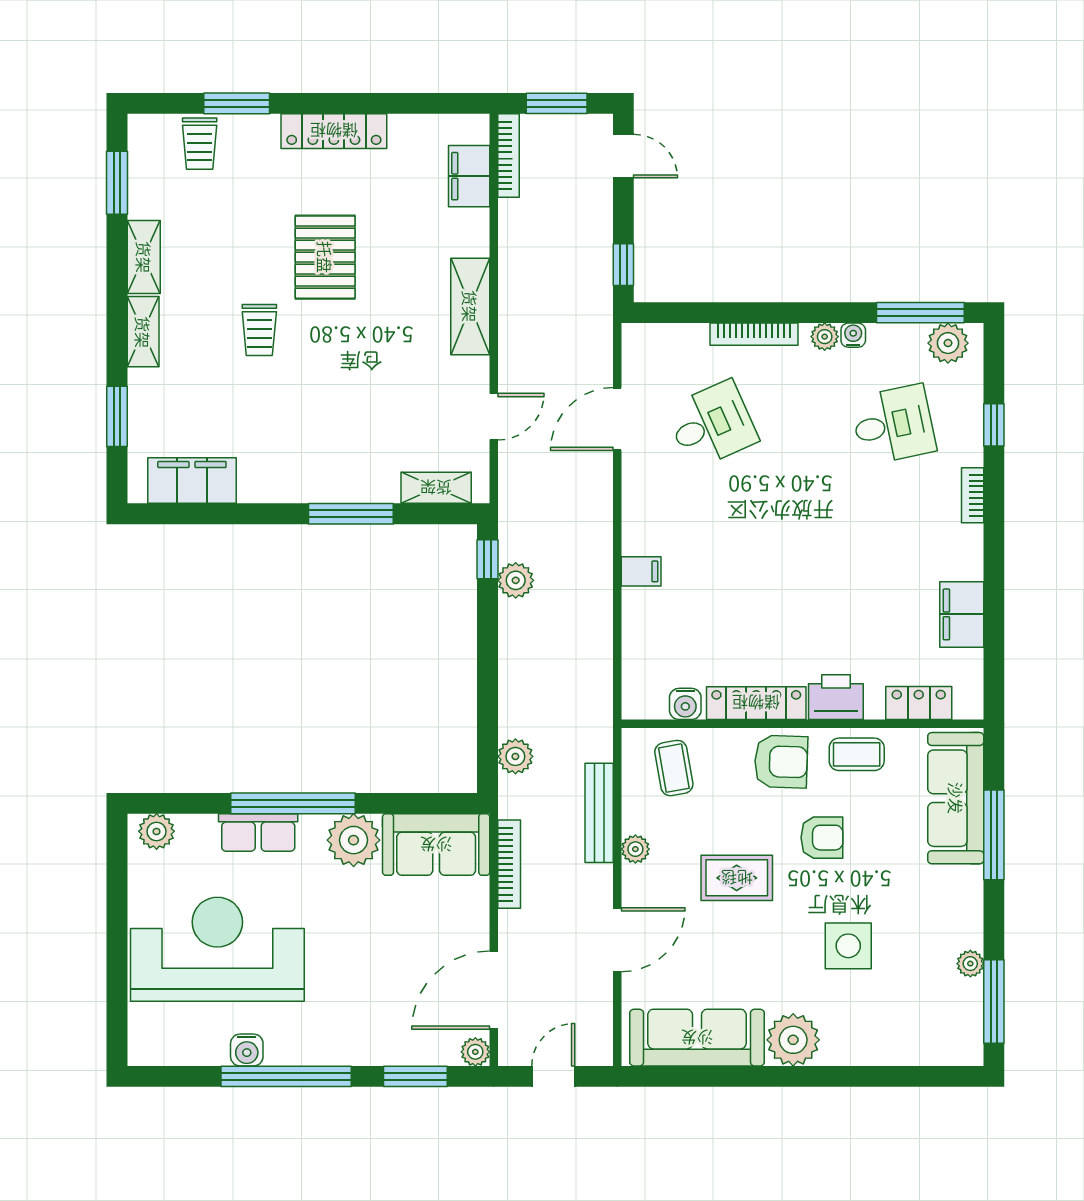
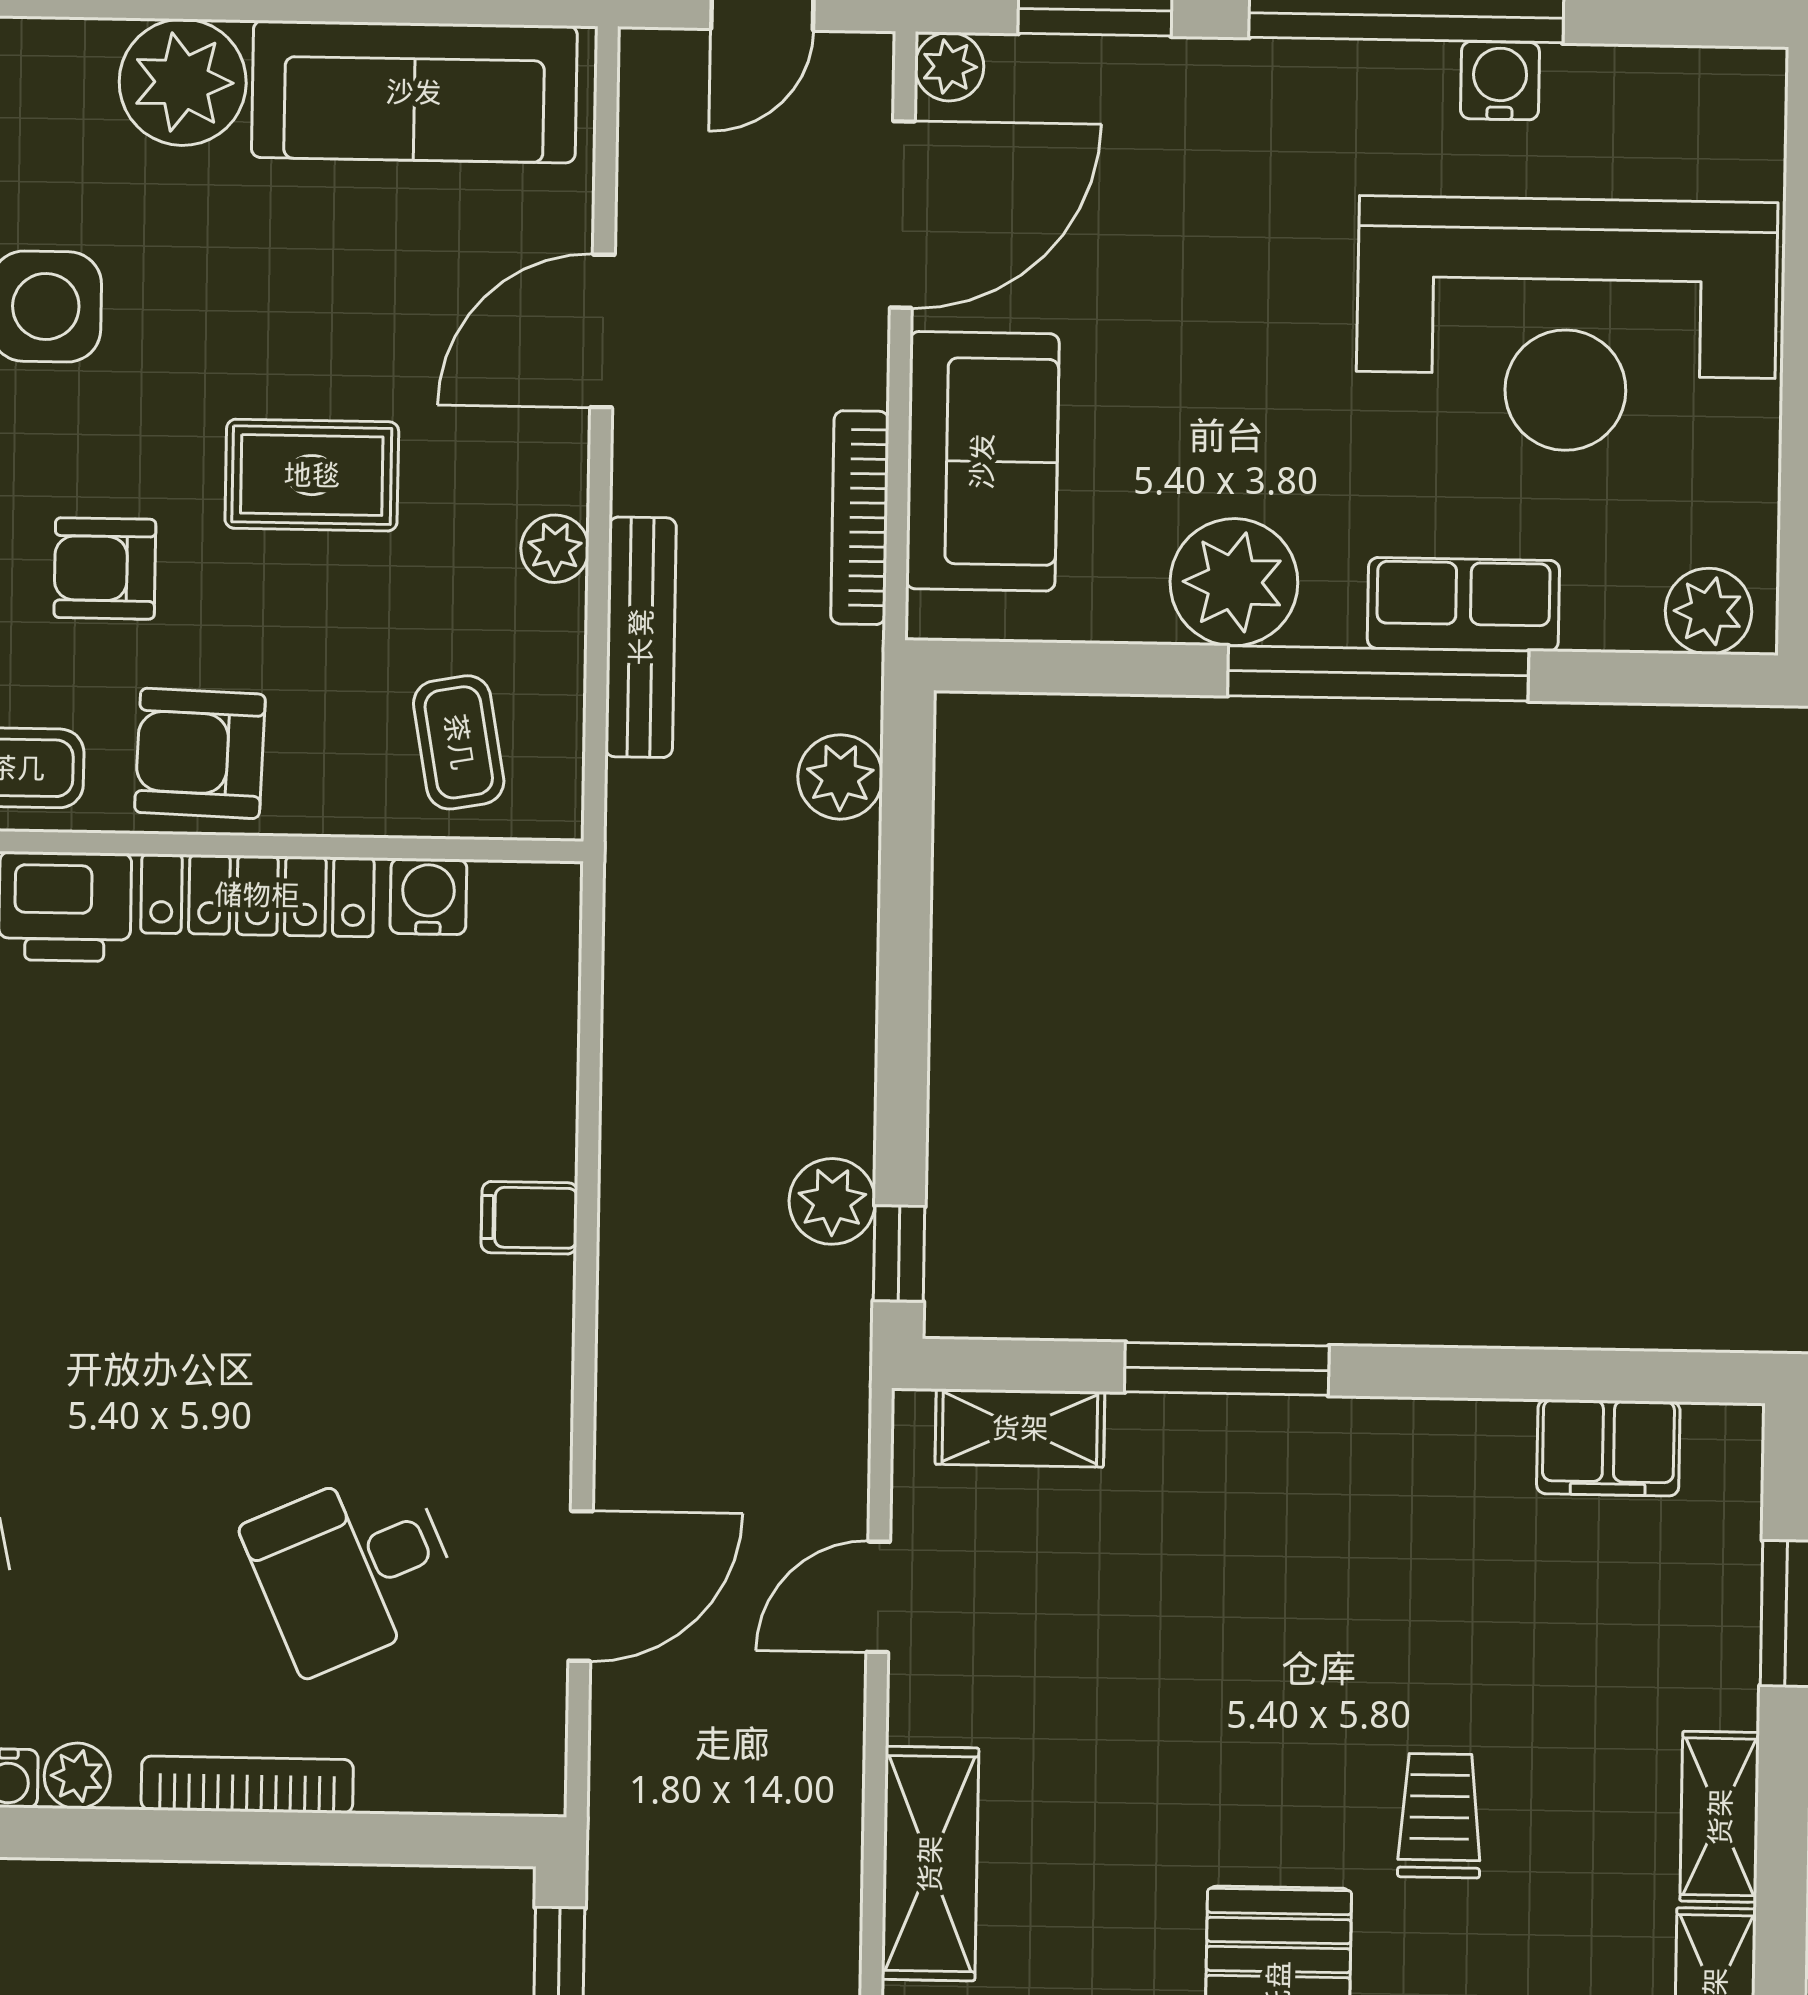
filing cabinet: (192, 481) -> (1608, 1448), width x0.67, depth x0.86
sofa: (436, 845) -> (982, 461), moved, turned 90

